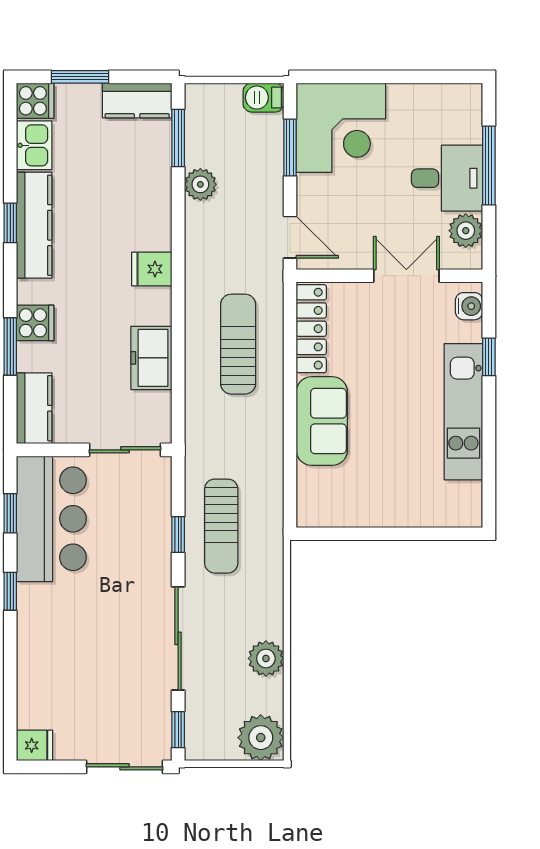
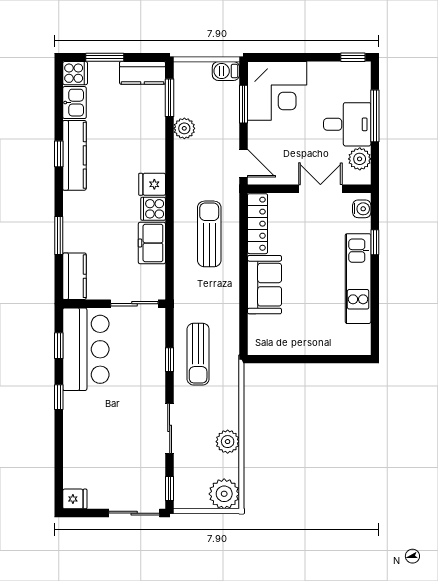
window: (456, 77) -> (353, 57), added
cooker: (35, 323) -> (153, 209), moved, turned 180
sliding door: (178, 638) -> (170, 428), width x0.73

